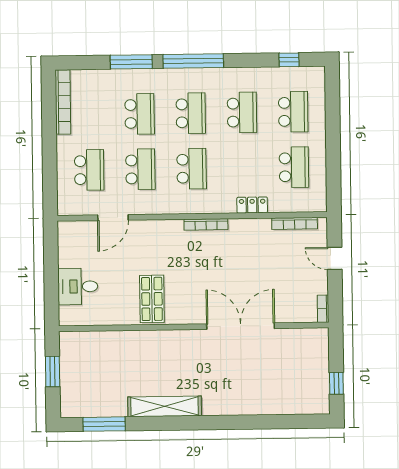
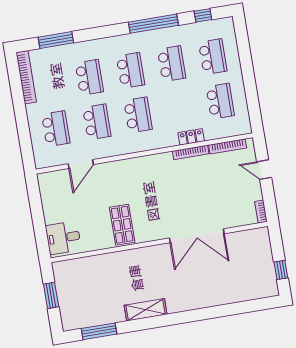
window: (193, 61) -> (153, 24), moved
window: (131, 62) -> (56, 40), moved
bookcase: (206, 224) -> (191, 152), moved
desk: (78, 286) -> (63, 238), moved
double door: (241, 326) -> (197, 236), swing flipped
shelving: (165, 406) -> (146, 310), width x0.68

